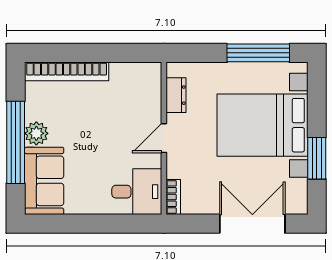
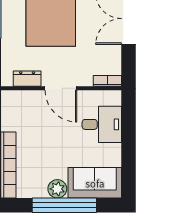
door: (164, 138) -> (61, 88), width x1.38
desk: (137, 192) -> (102, 124), moved, turned 90

